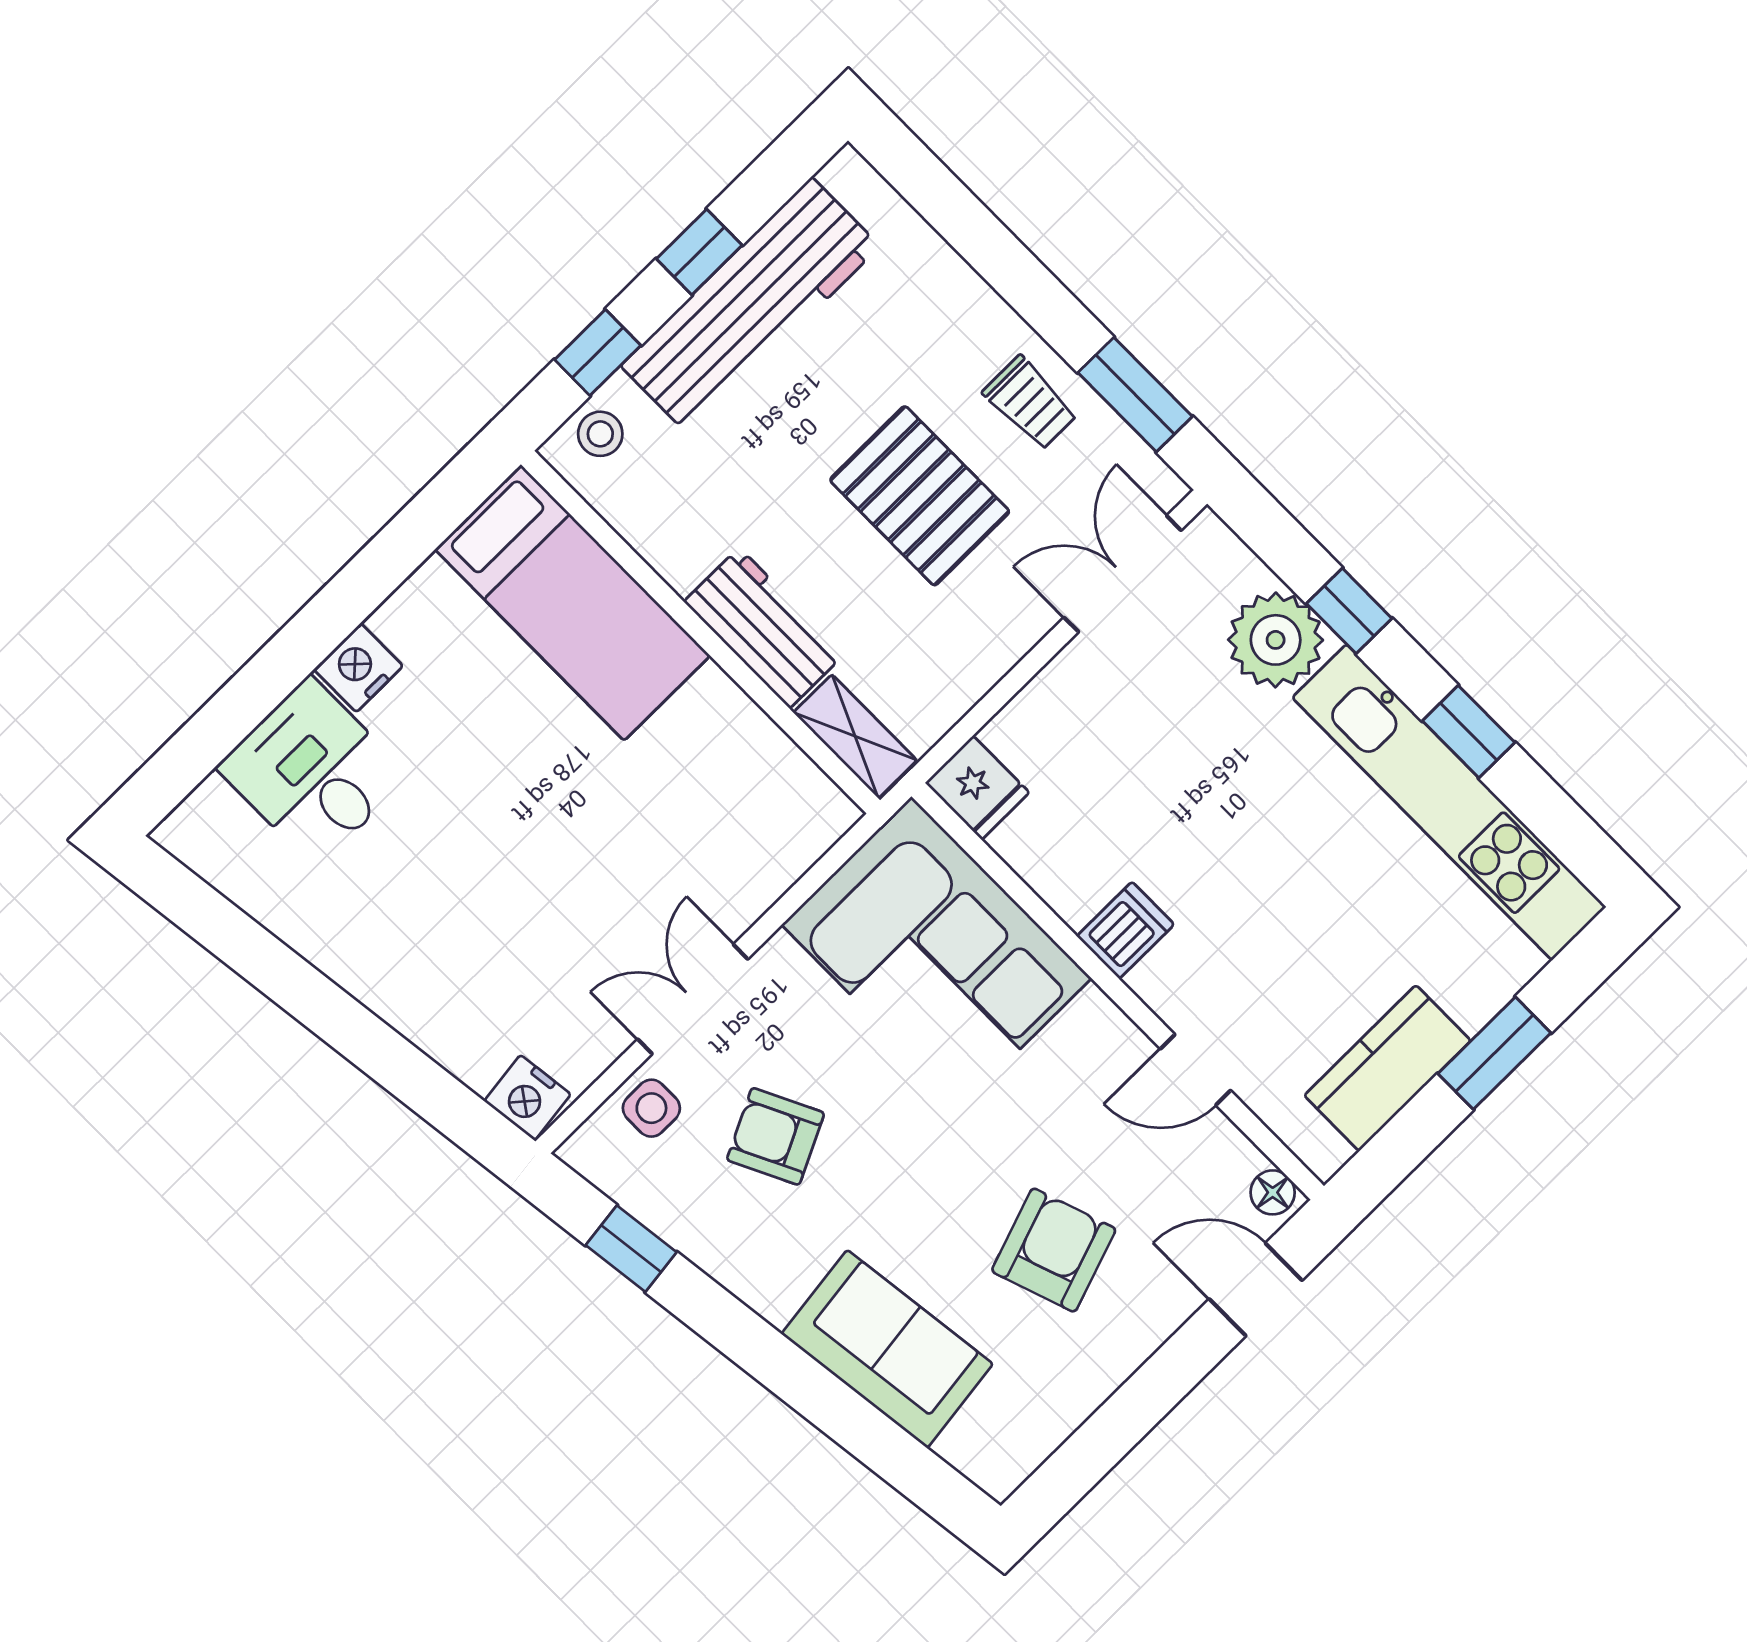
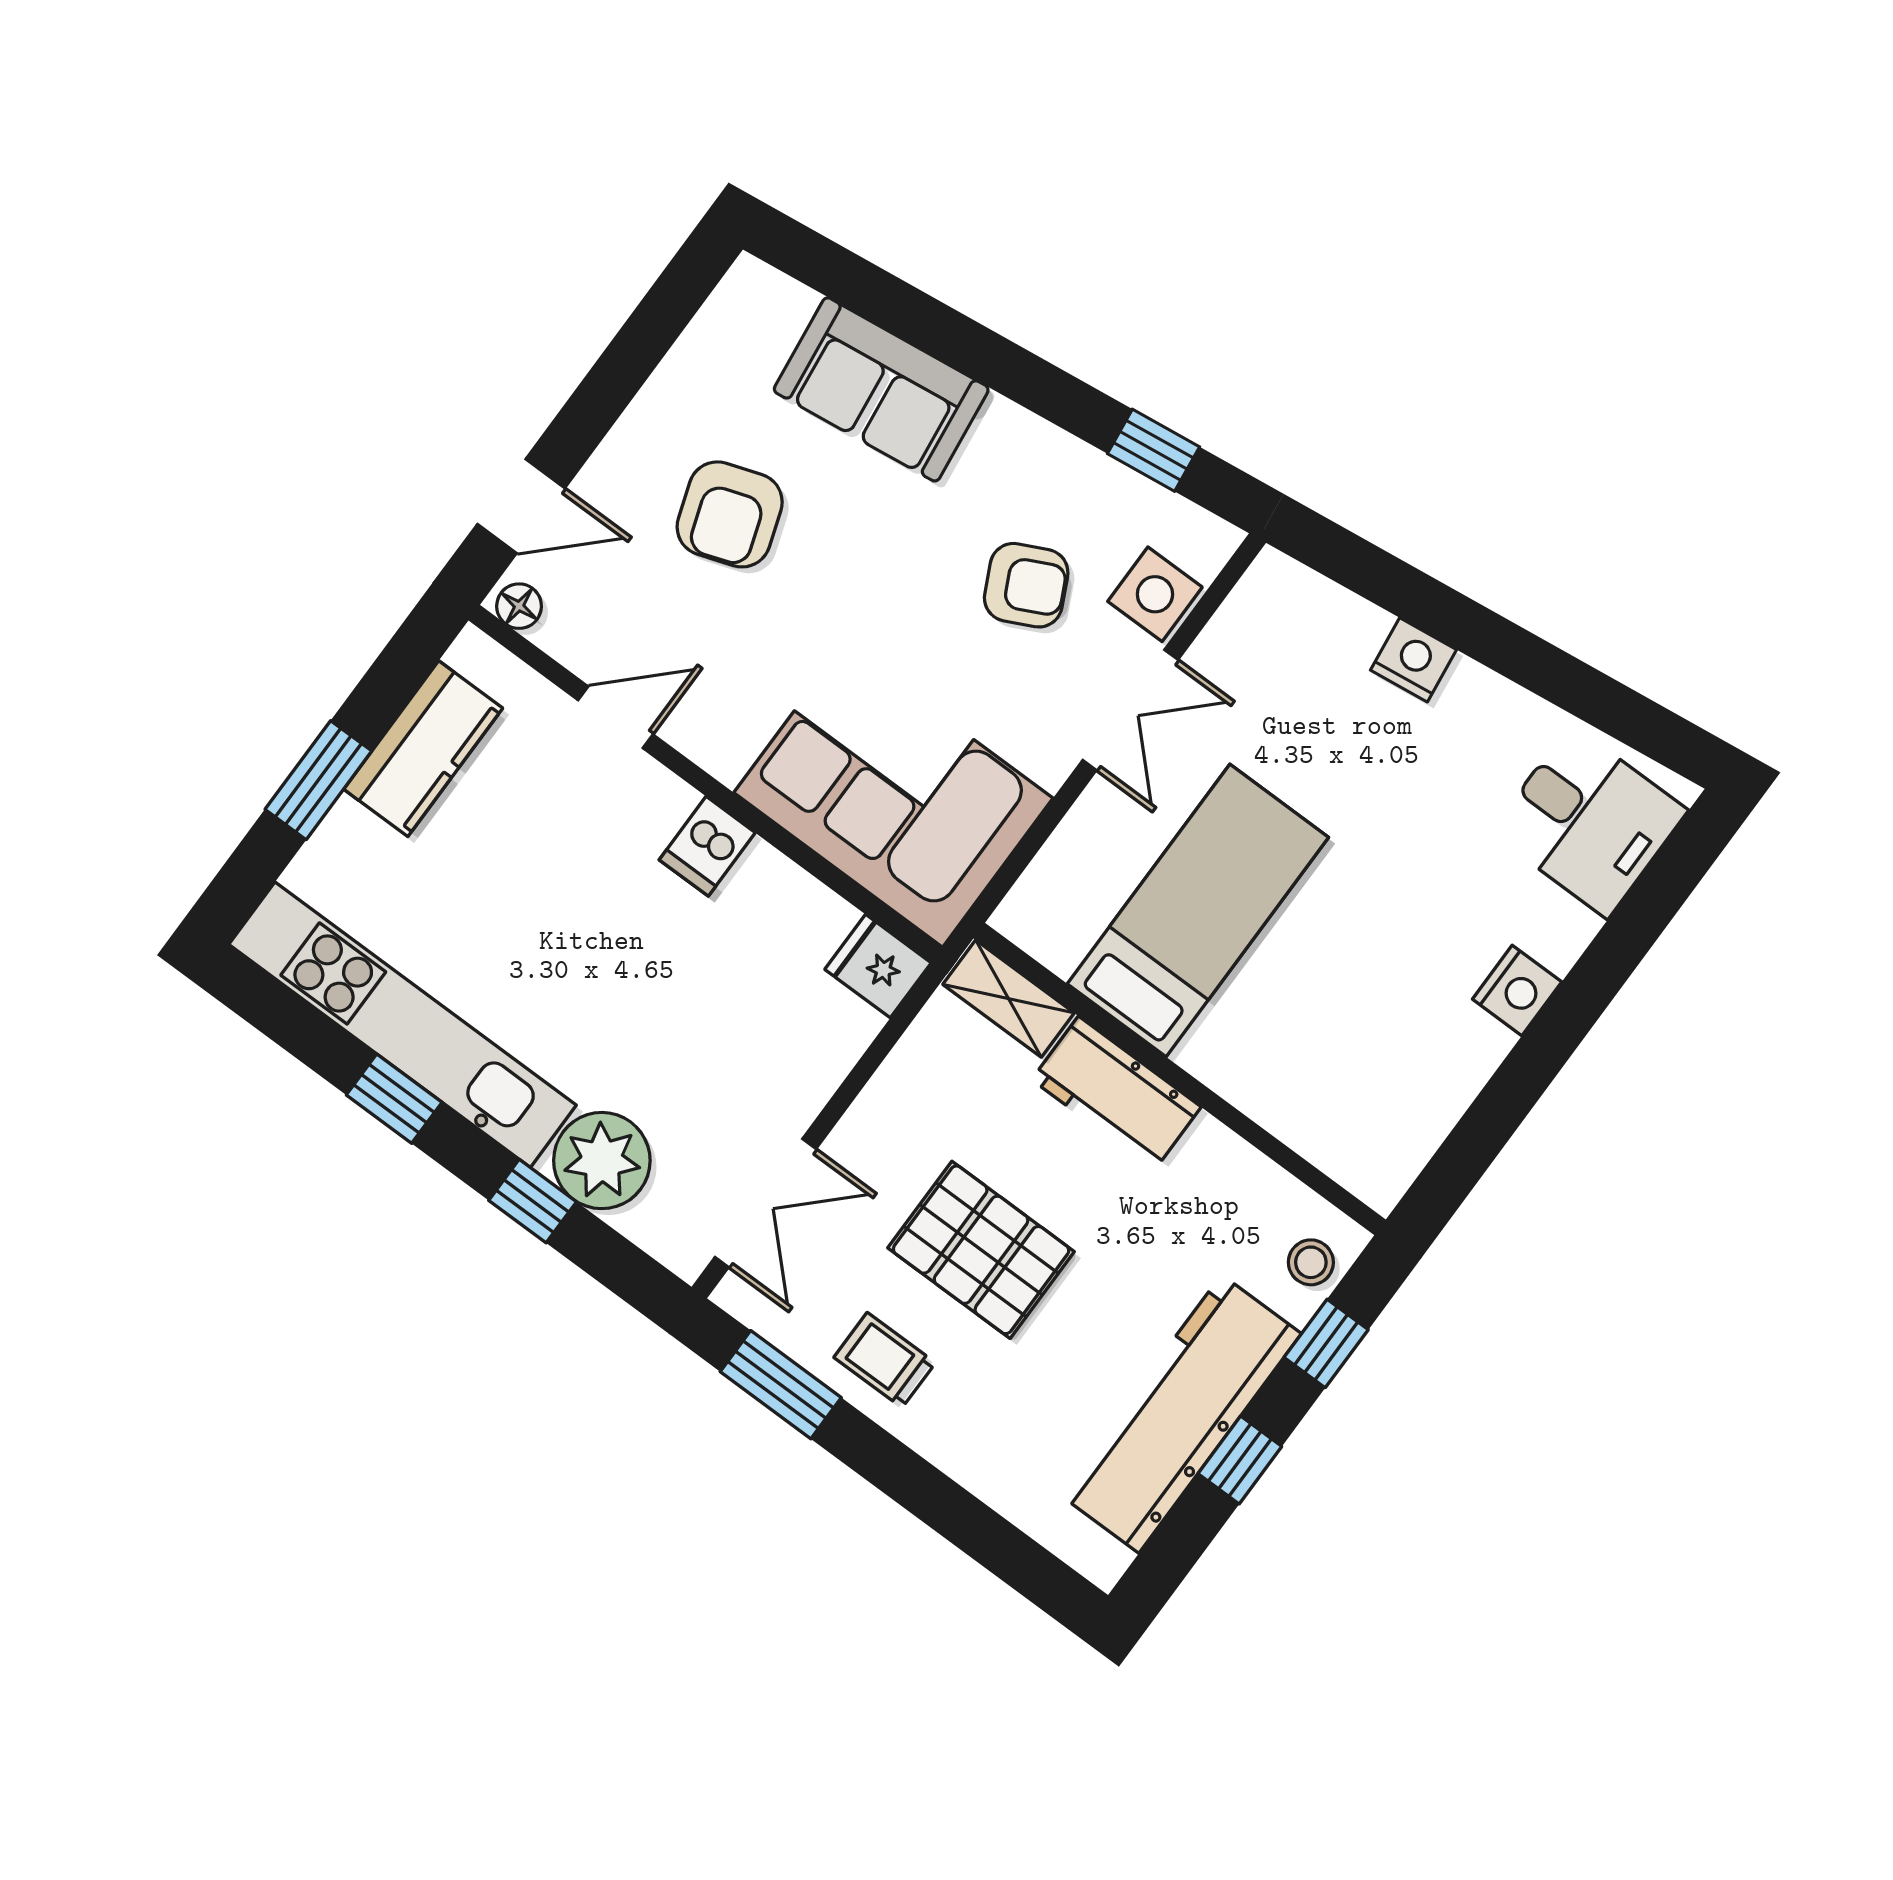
bed: (572, 603) -> (1198, 911), moved, turned 90
desk: (313, 772) -> (1589, 821), moved
nightstand: (527, 1098) -> (1414, 660), moved
side table: (651, 1108) -> (1155, 594), width x1.37, depth x1.37

